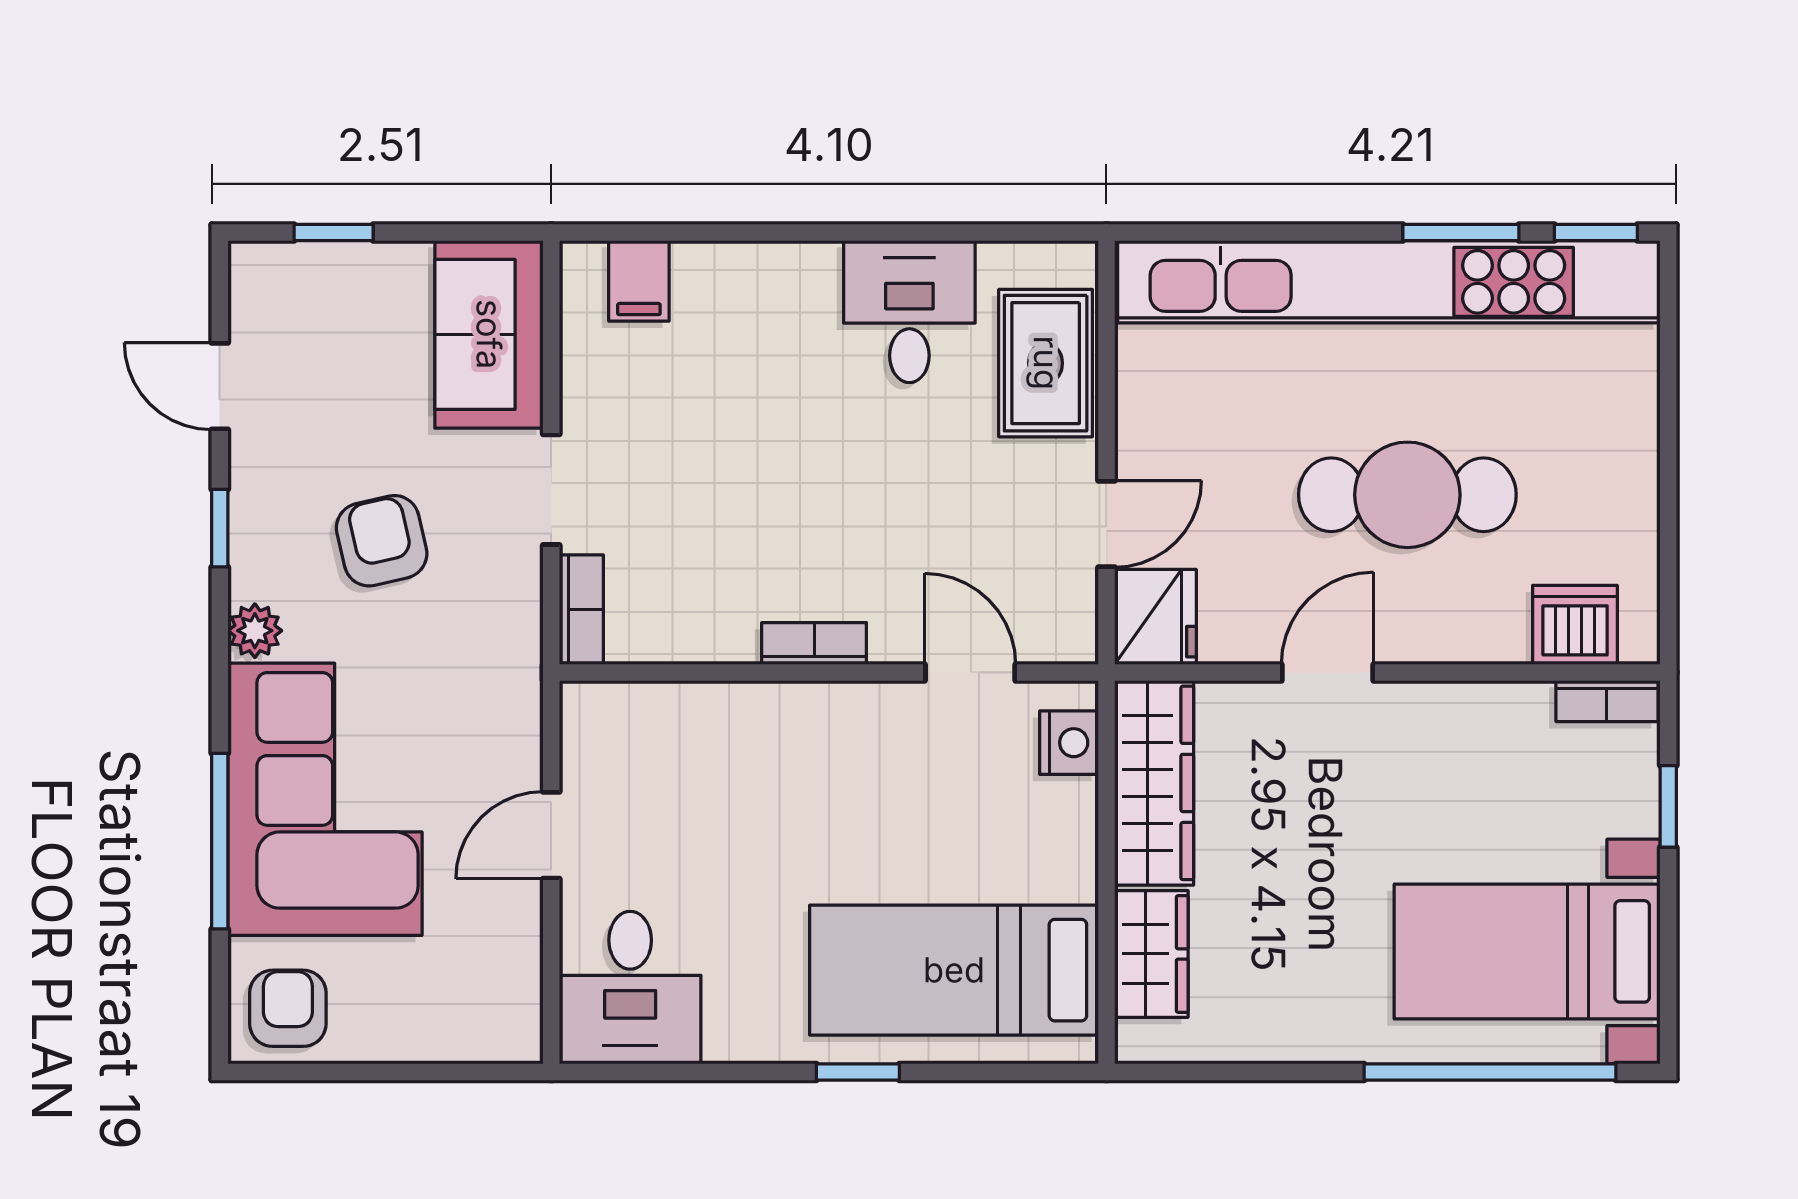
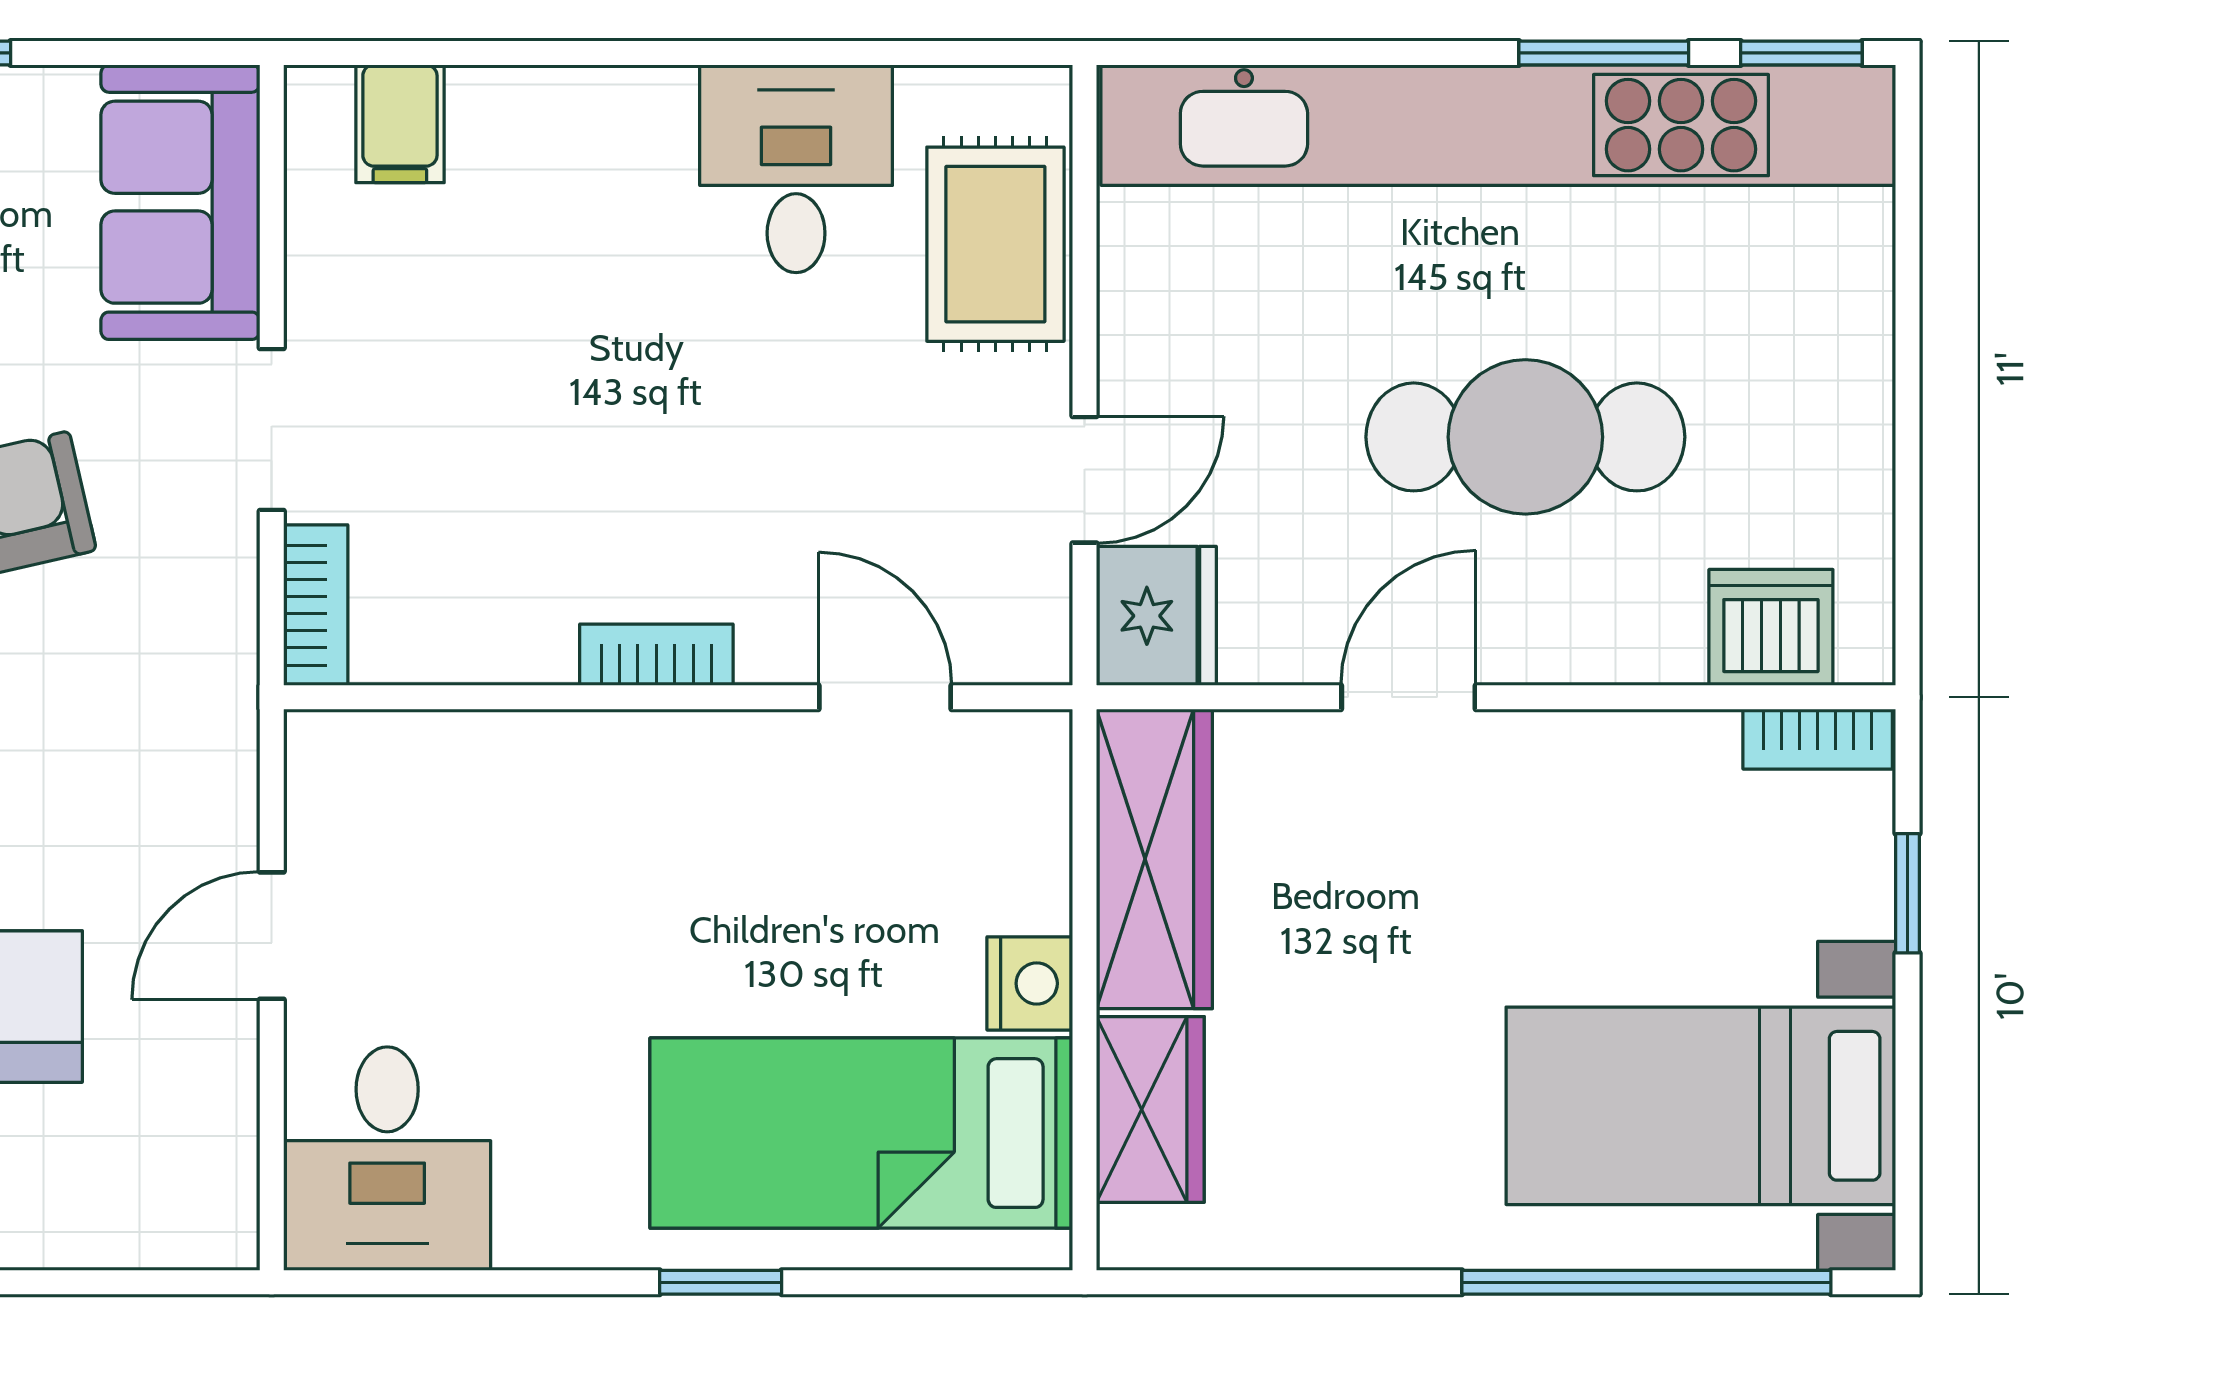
nightstand: (1069, 743) -> (1030, 983), moved

